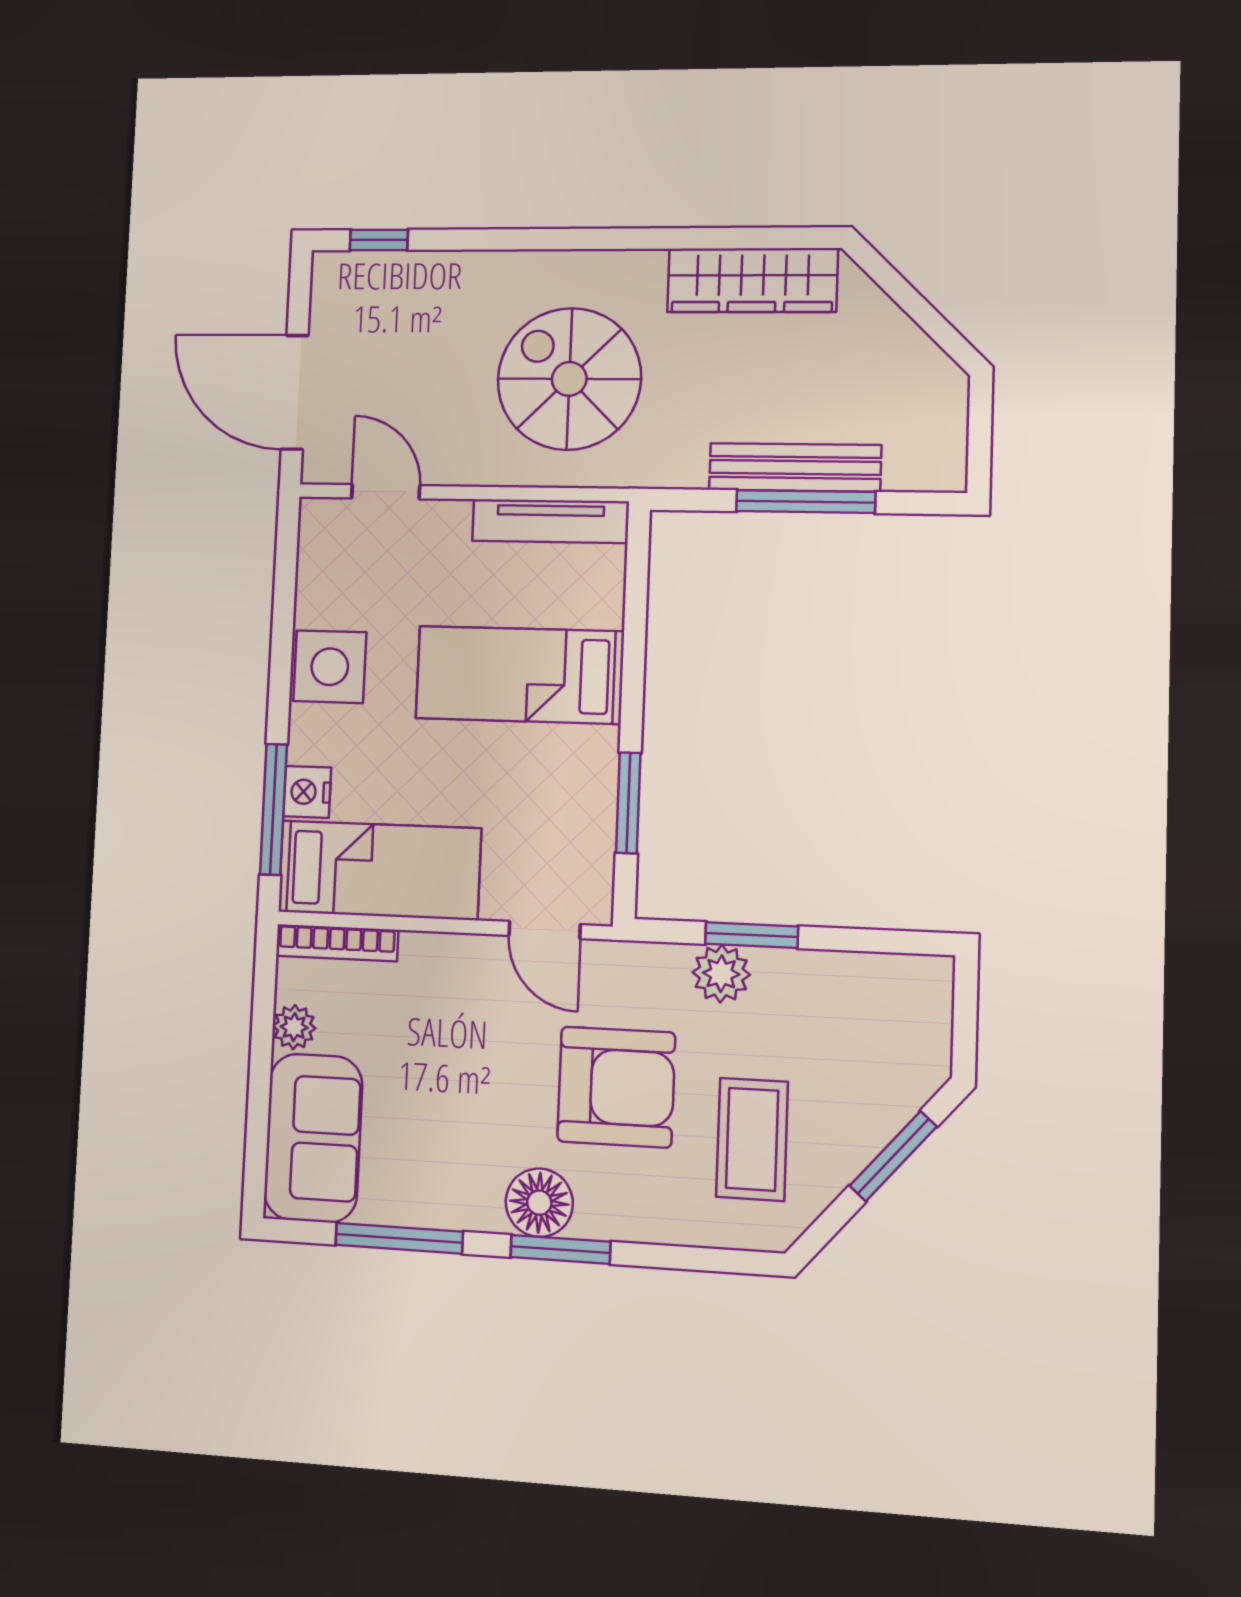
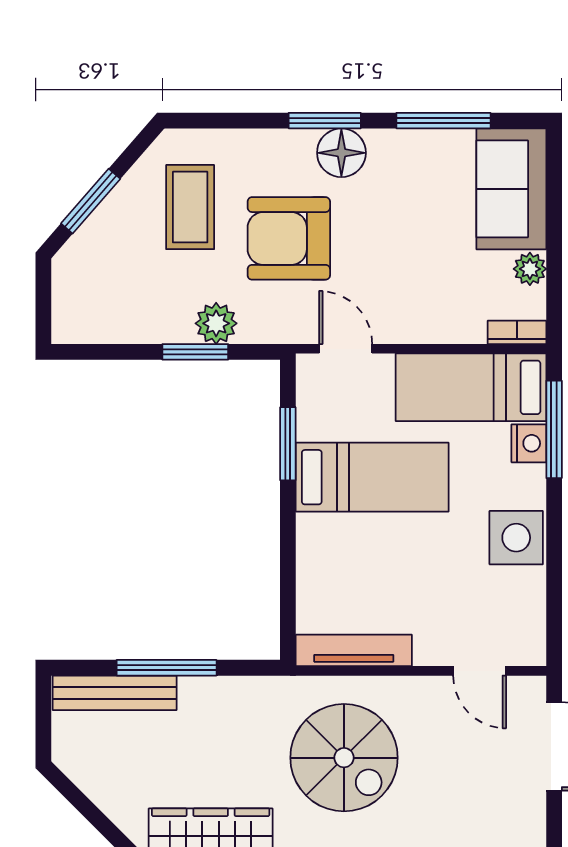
bench: (795, 467) -> (115, 693), moved
bed: (519, 675) -> (372, 477), moved
bookcase: (337, 943) -> (517, 332), width x0.64

